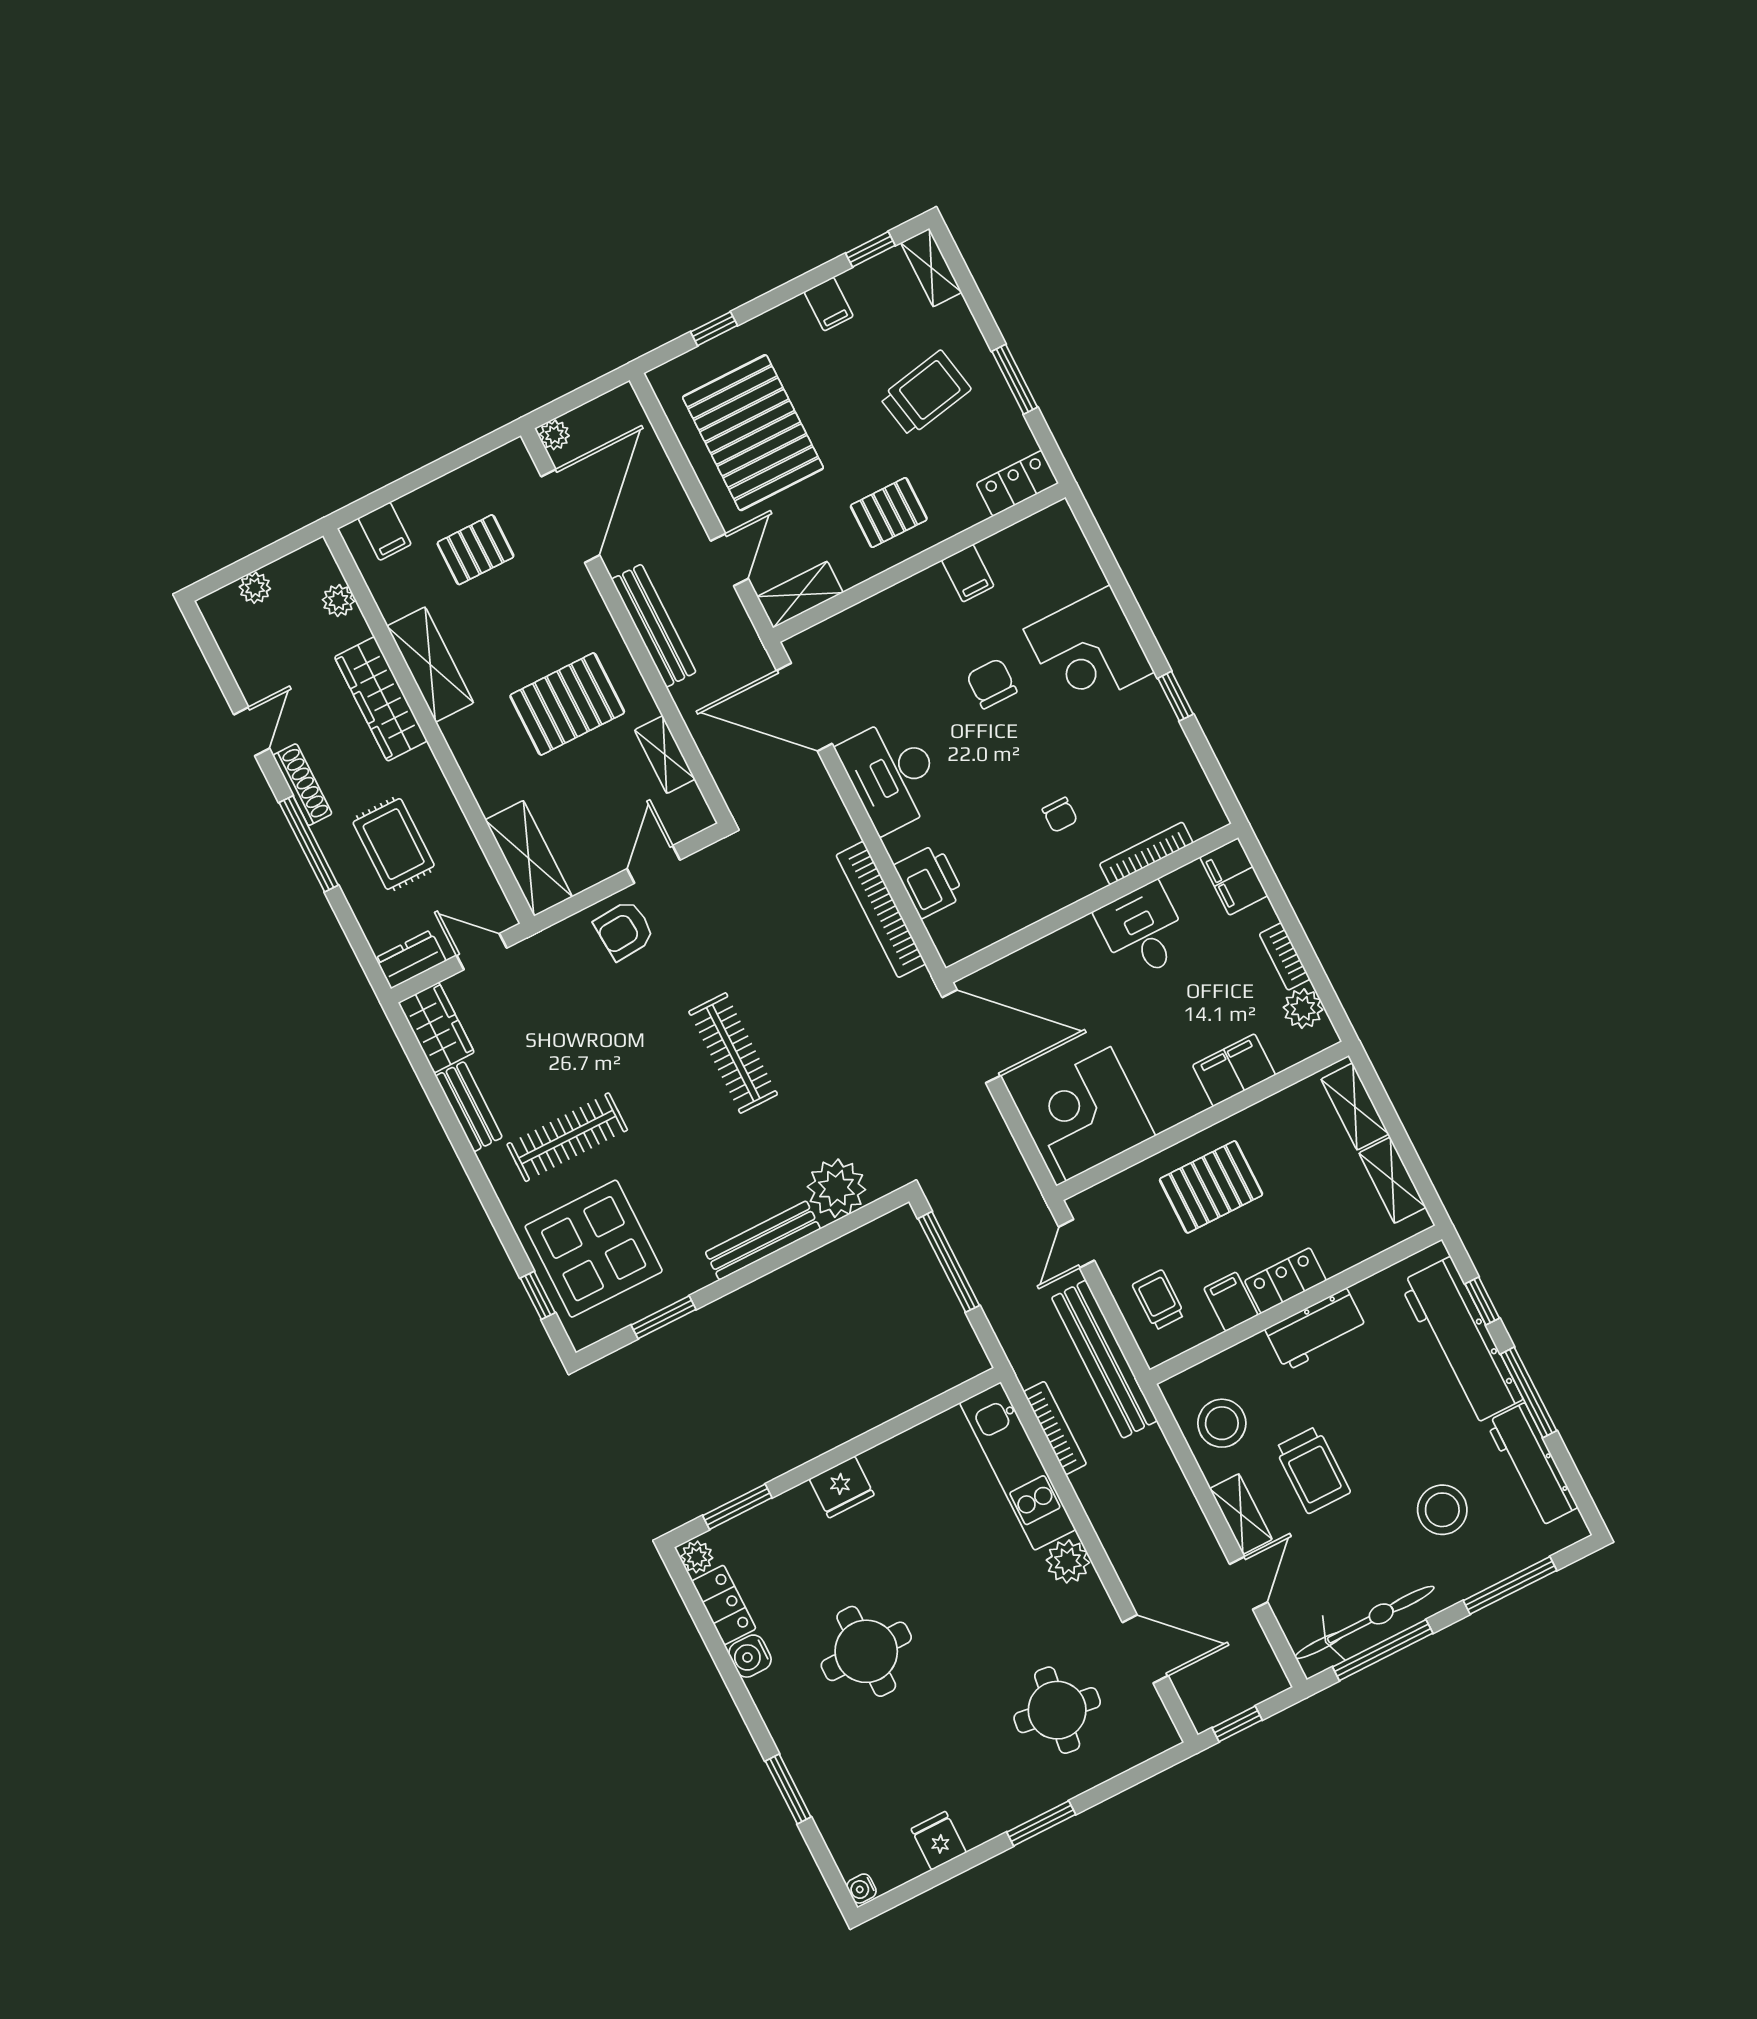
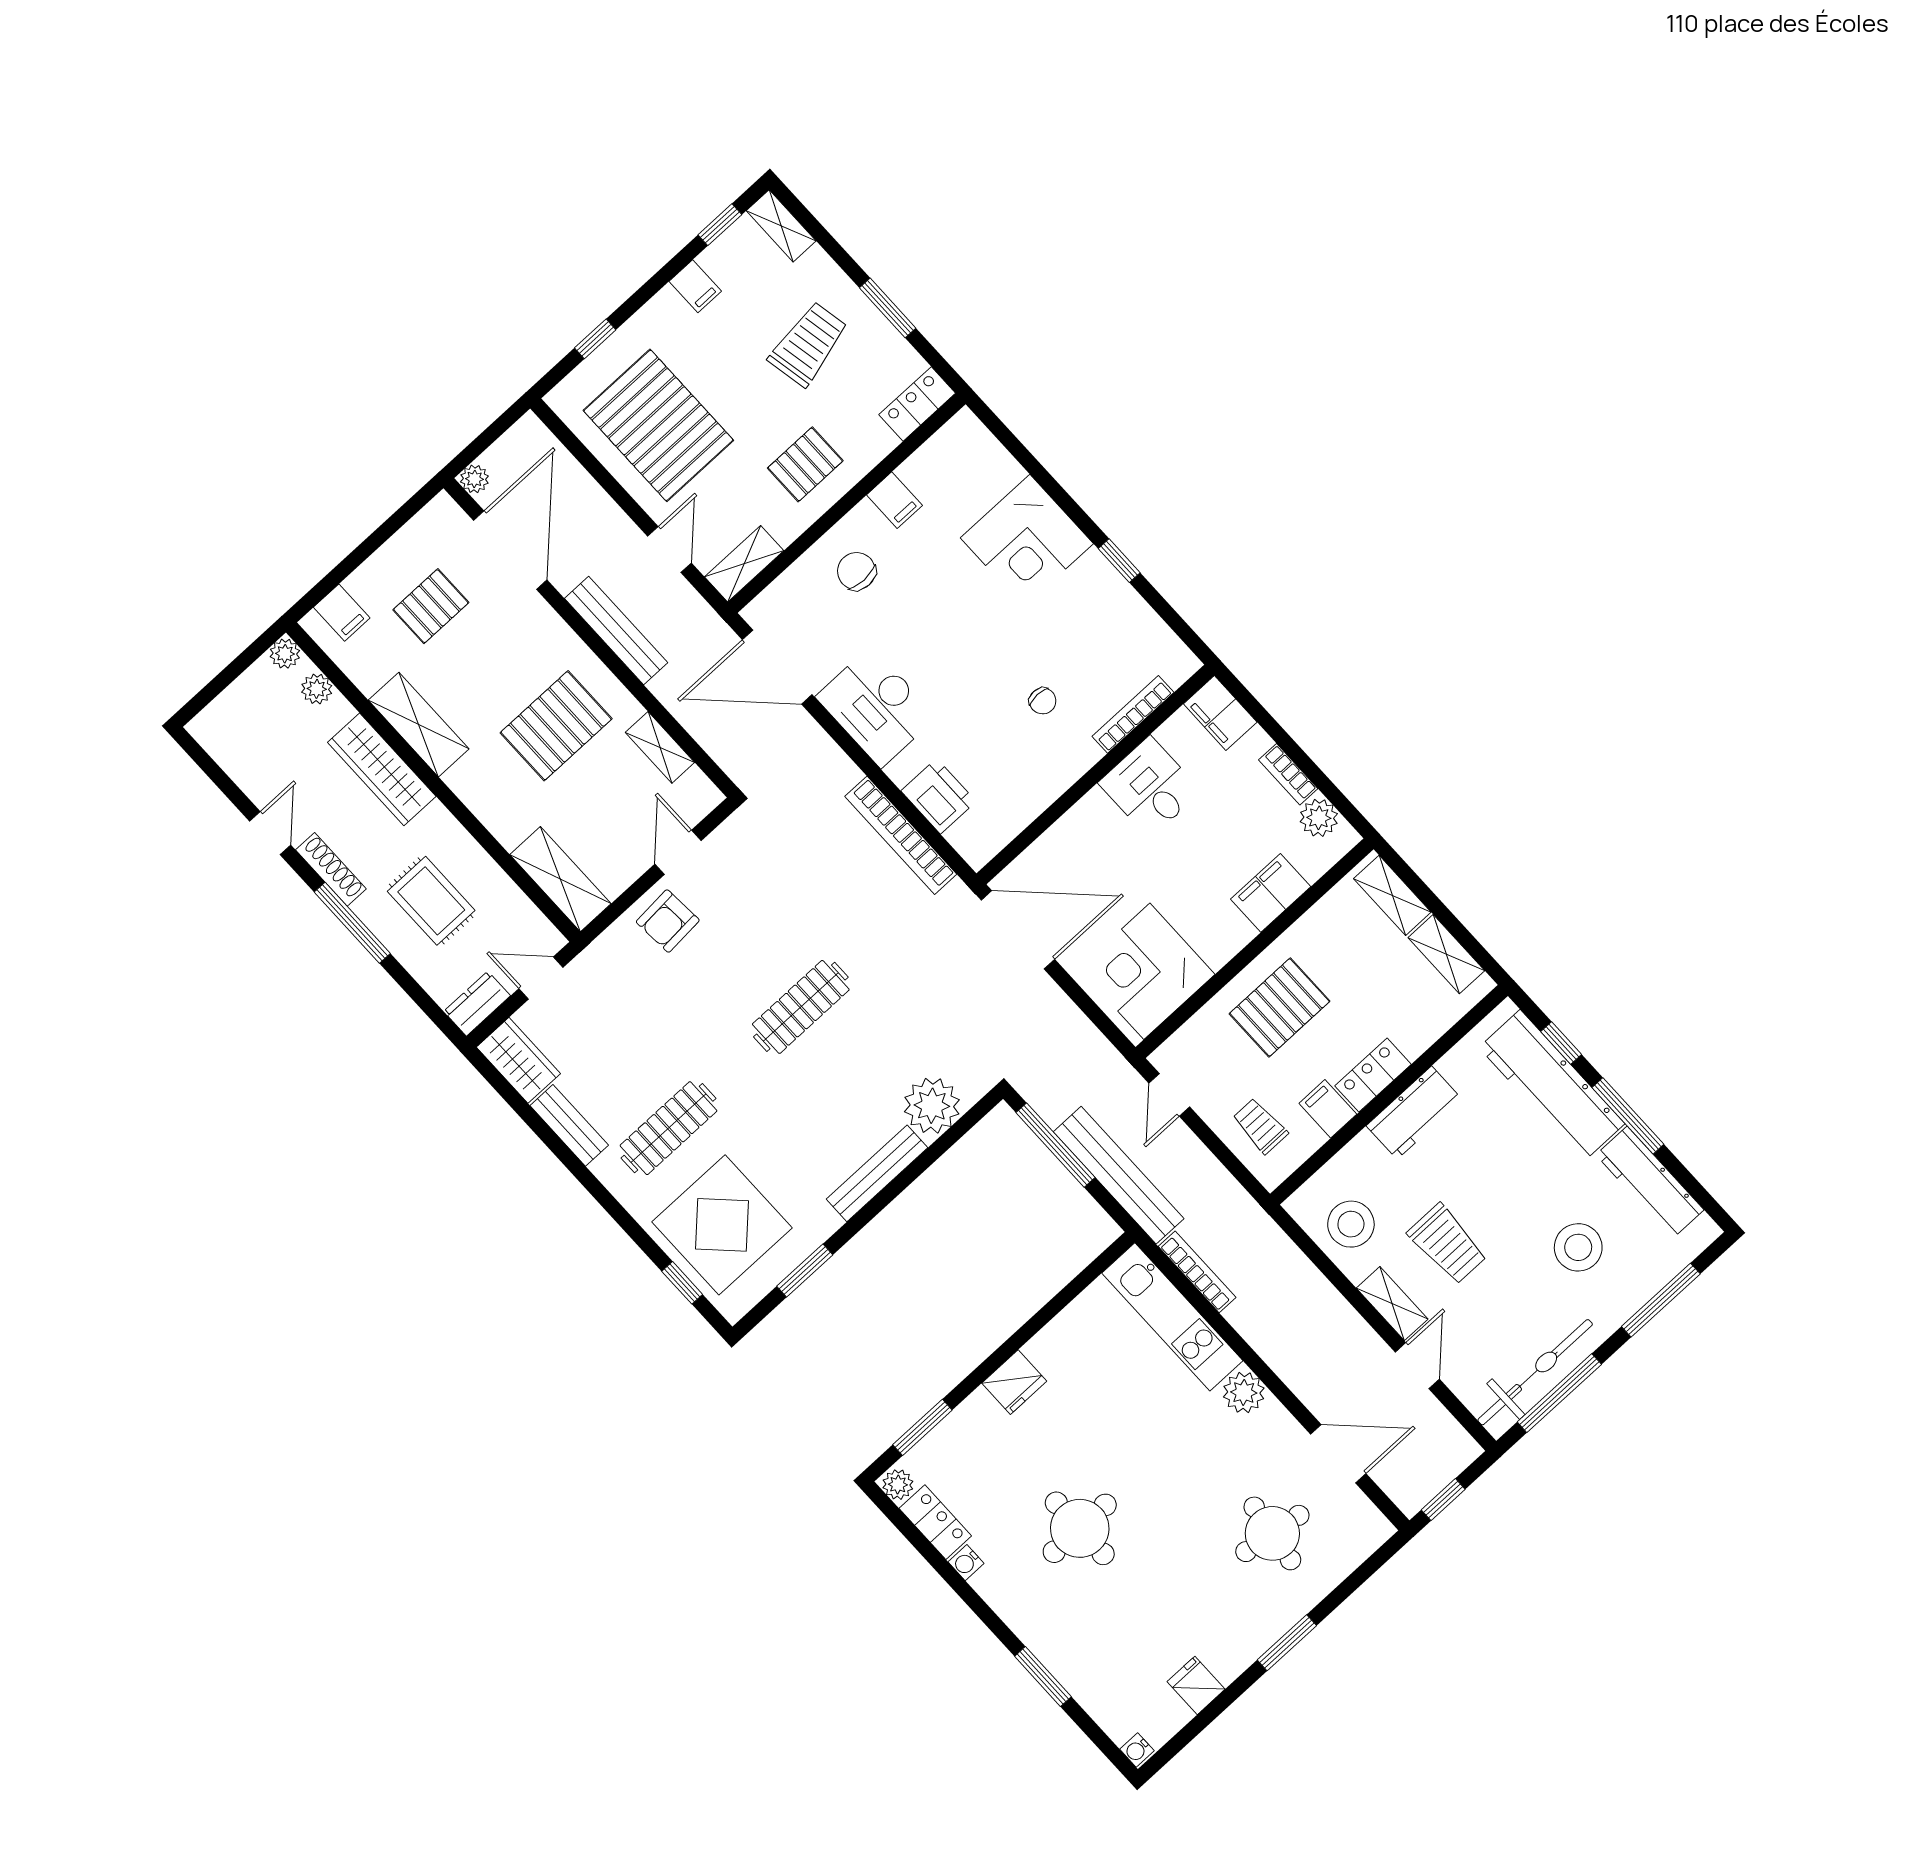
plant: (255, 588) -> (285, 654), moved
chair: (992, 684) -> (856, 571), moved
clothes rail: (733, 1053) -> (801, 1007), turned 90
bench: (1104, 1359) -> (1119, 1175), moved
water cooler: (750, 1656) -> (966, 1563), width x0.72, depth x0.72

